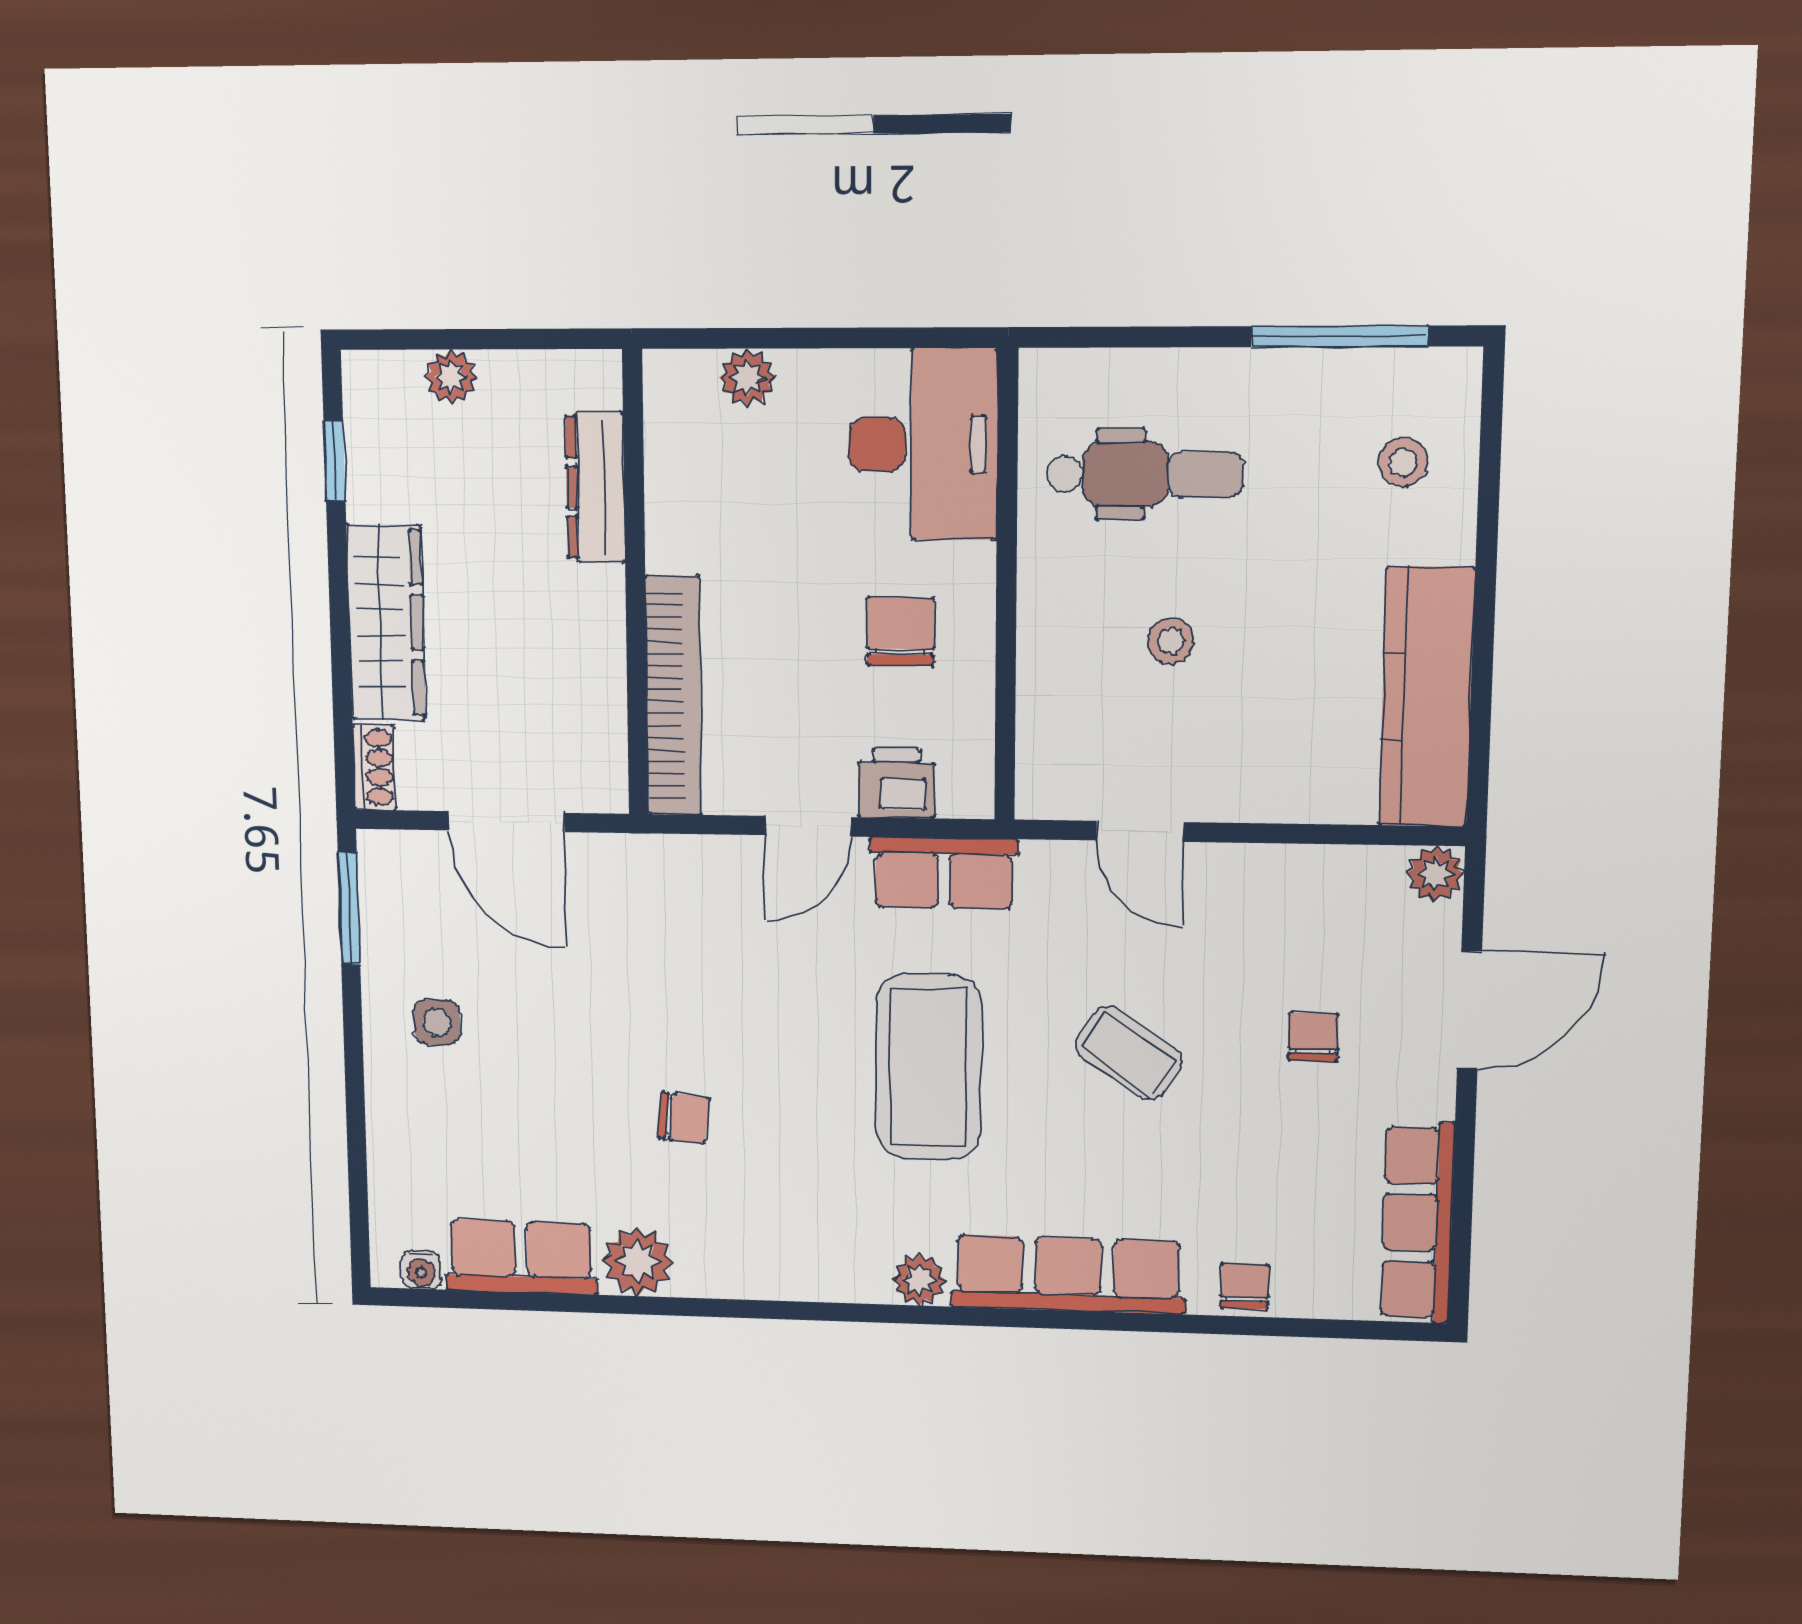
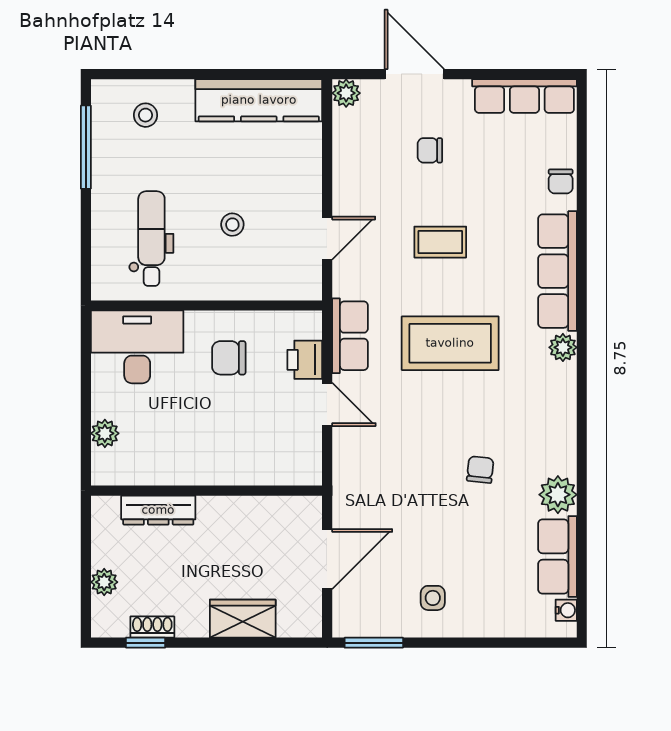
wardrobe: (386, 622) -> (243, 619), width x0.67
bookcase: (674, 696) -> (262, 472), removed
shoe rack: (374, 767) -> (152, 627), moved
coffee table: (1129, 1053) -> (440, 242), turned 56
chair: (1245, 1286) -> (561, 181), turned -90

